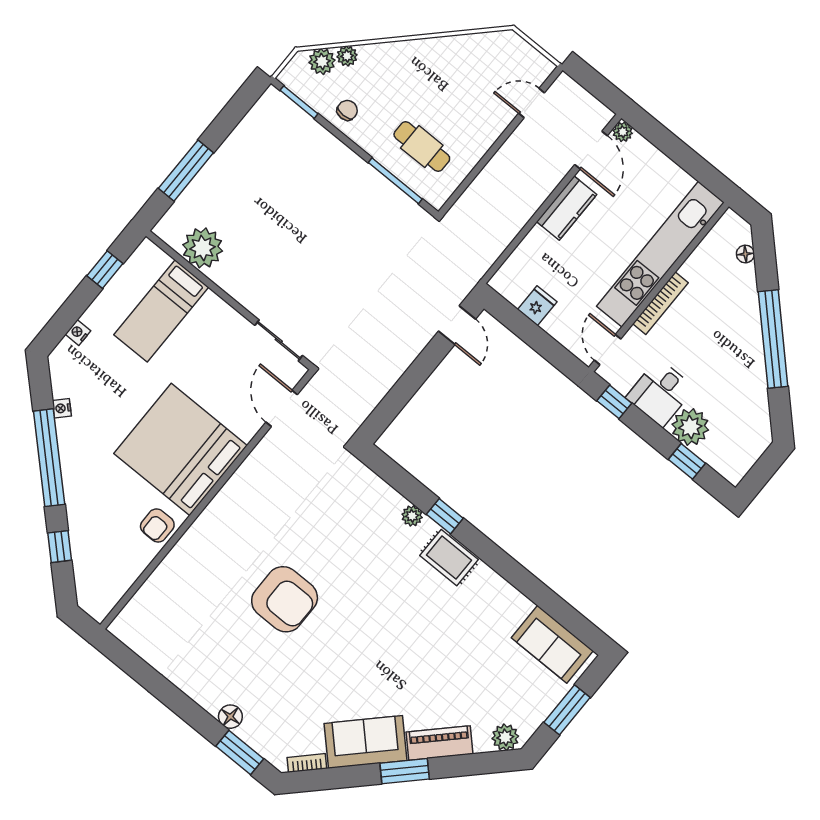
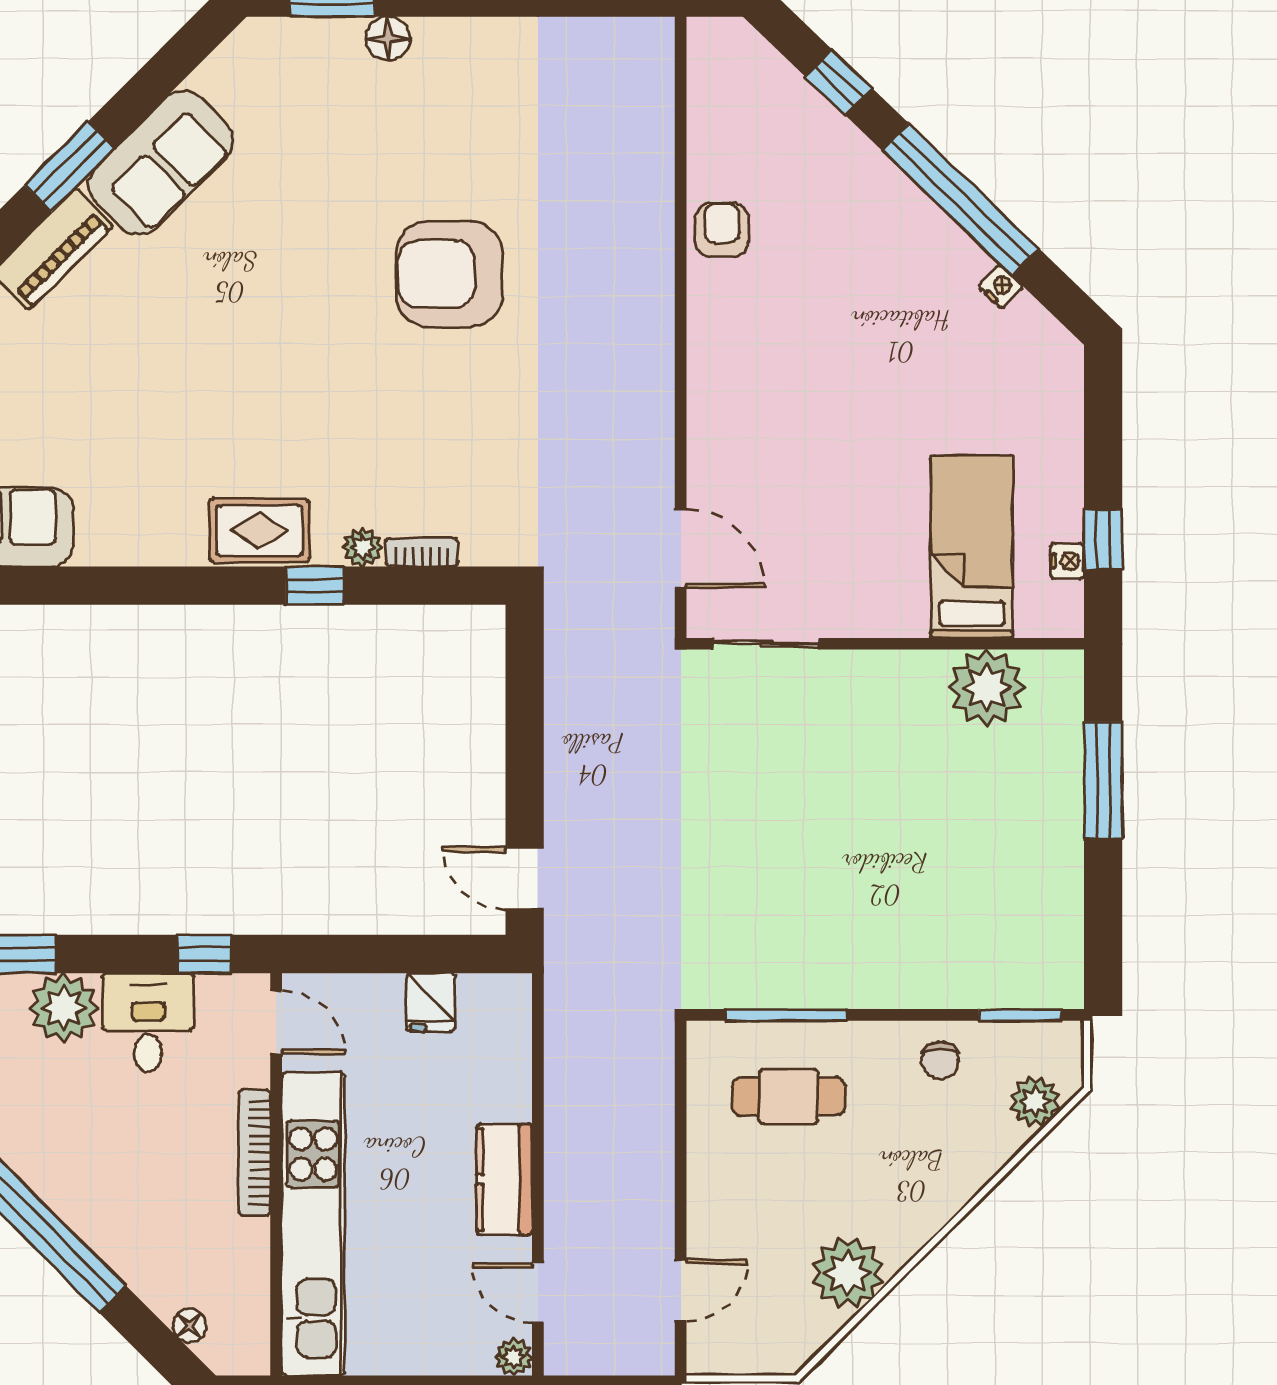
plant: (347, 56) -> (848, 1273), moved, width x1.88, depth x1.88
door: (591, 150) -> (538, 1293), width x0.73
nightstand: (78, 333) -> (1067, 561), moved
bed: (180, 449) -> (779, 368), removed
bookcase: (307, 763) -> (422, 552), moved, turned -135

